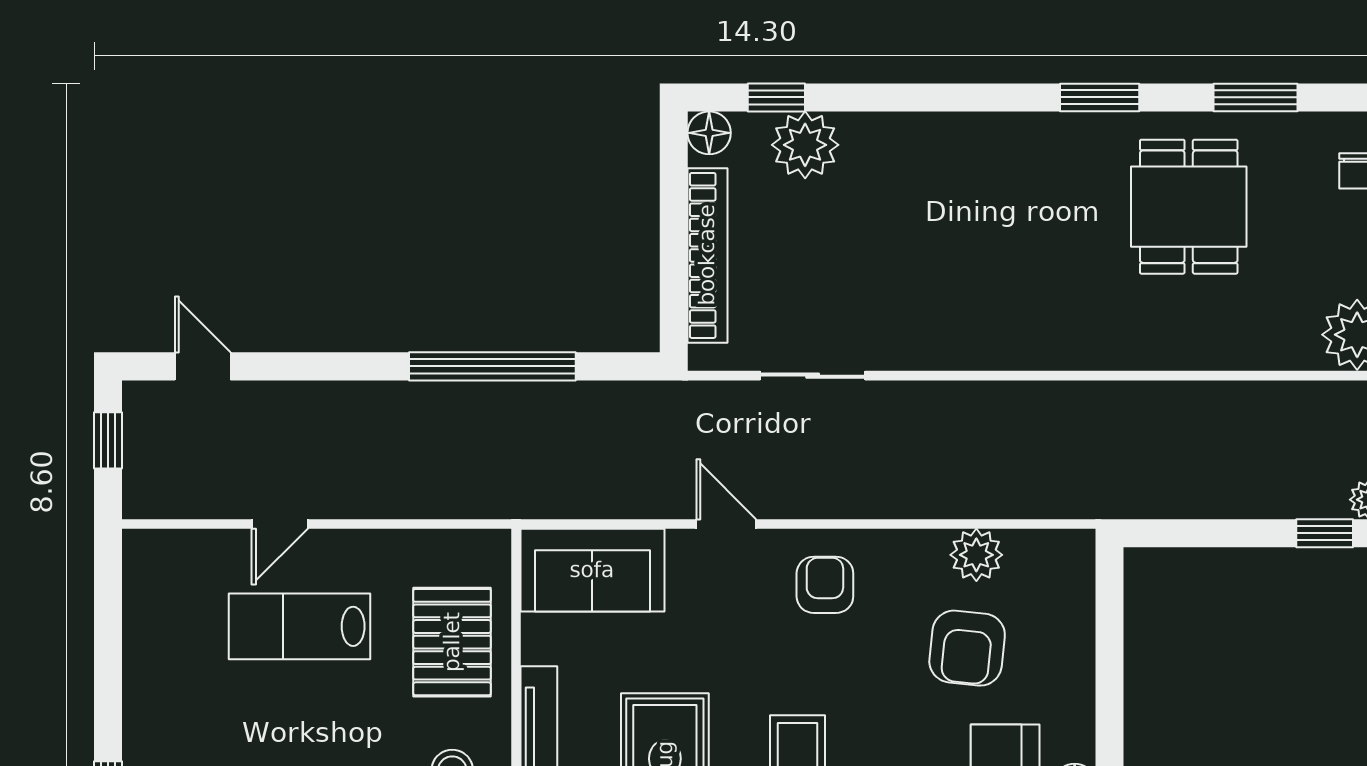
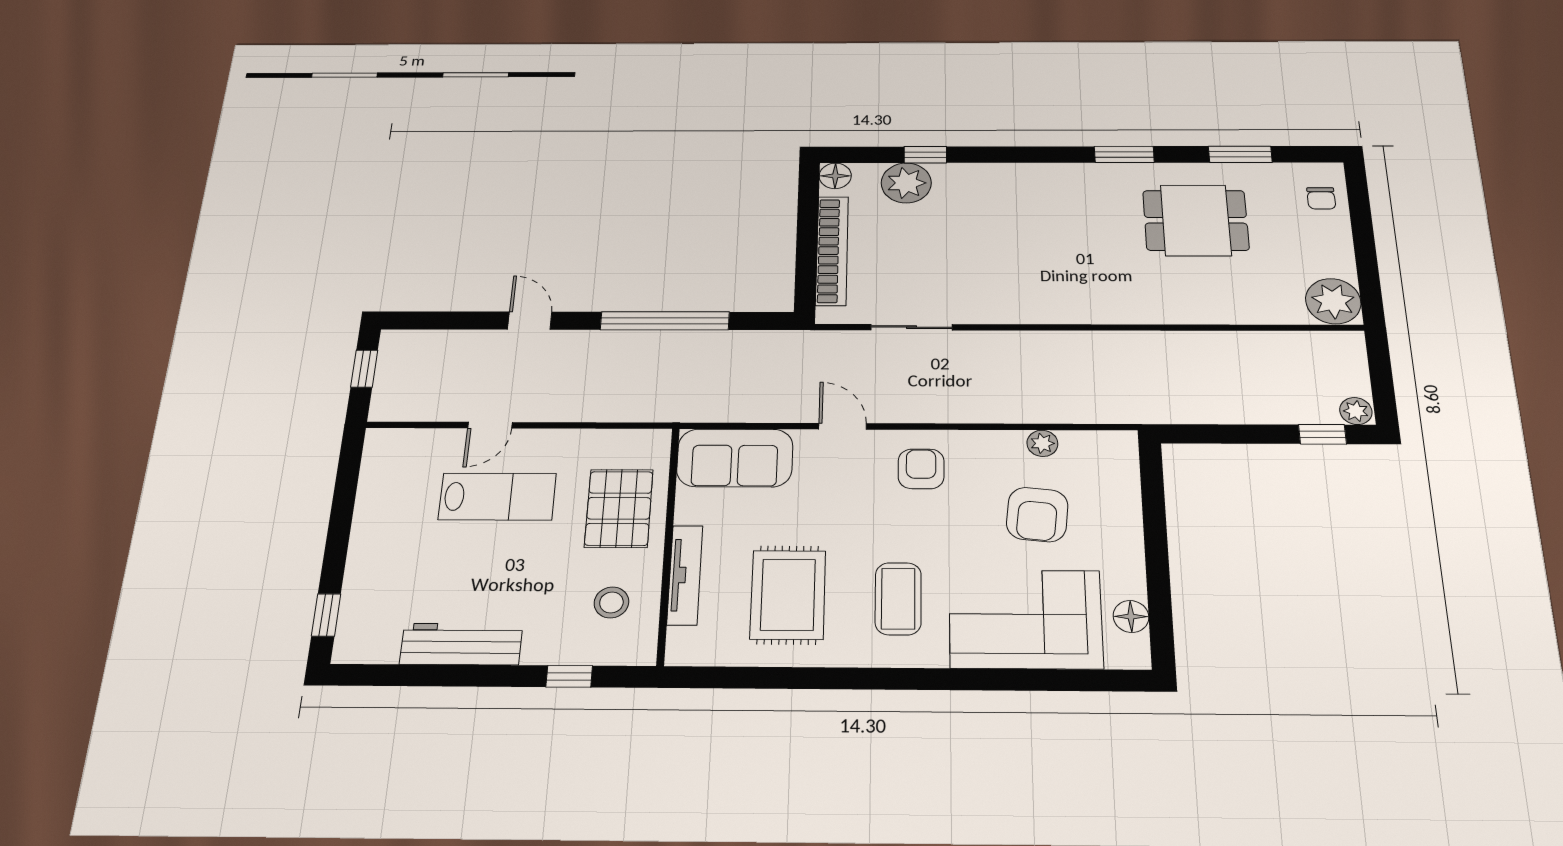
window: (776, 97) -> (925, 155), moved
dining table: (1189, 207) -> (1196, 220), turned 90
door: (203, 366) -> (530, 321), moved
plant: (976, 555) -> (1042, 443), width x0.73, depth x0.73
lab bench: (299, 626) -> (497, 497), turned 180

